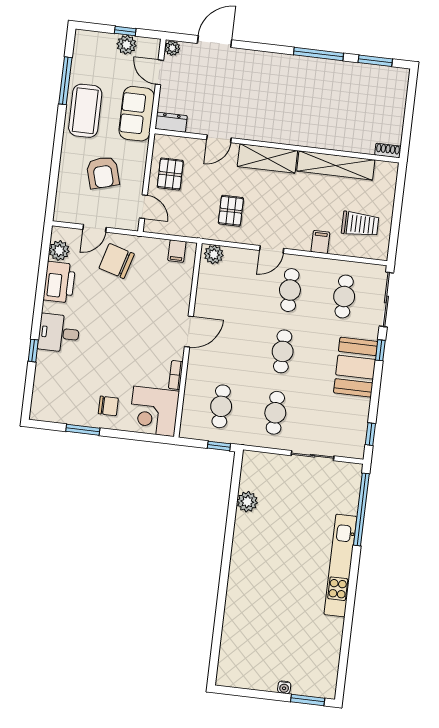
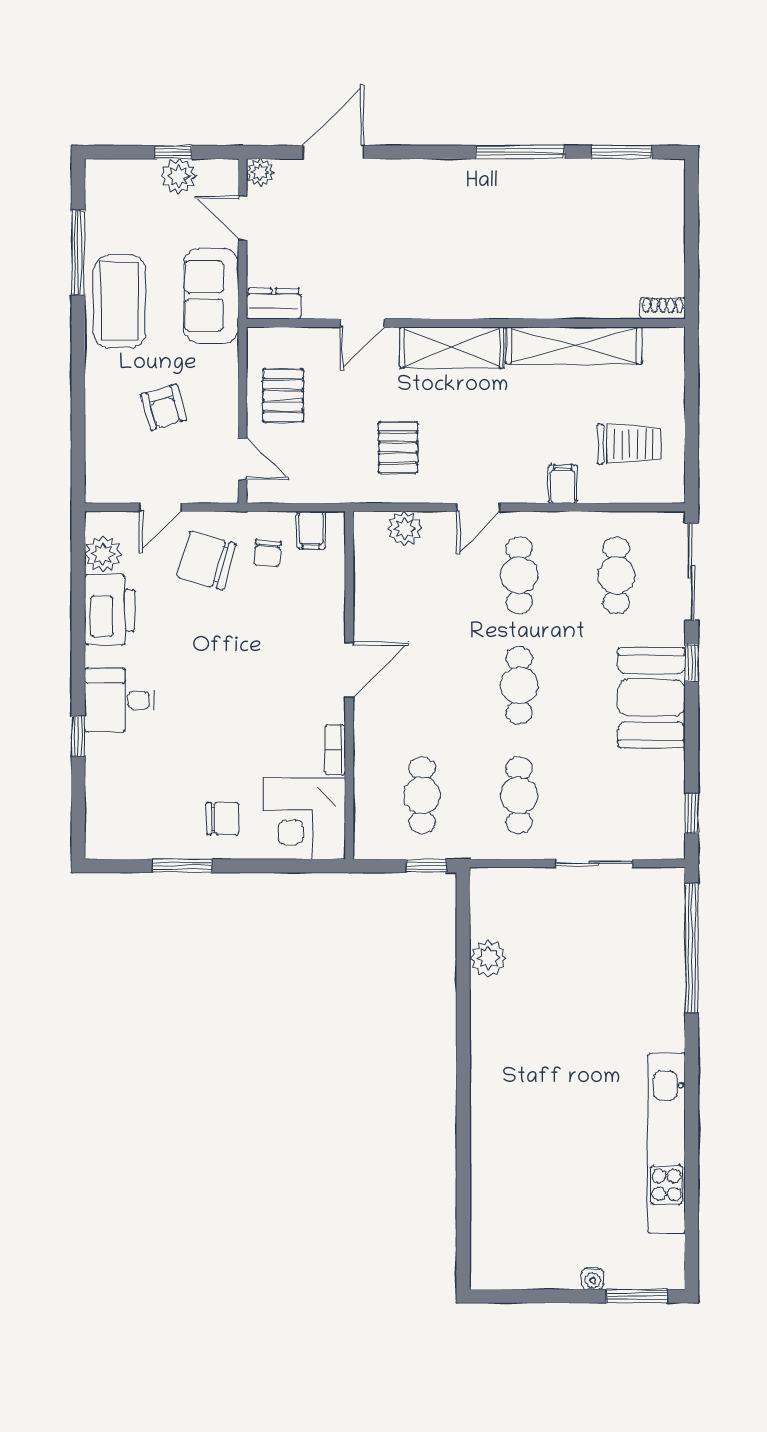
armchair: (103, 173) -> (163, 407), width x0.72, depth x0.72
plant: (214, 254) -> (405, 528), moved
chair: (151, 261) -> (268, 553), added
kitchen unit: (340, 566) -> (666, 1143), moved

